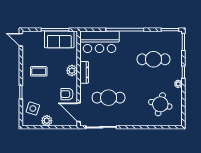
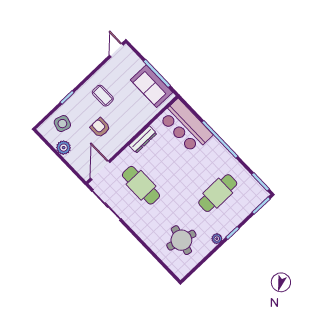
cafe table: (154, 59) -> (218, 193), turned 90
plant: (72, 71) -> (133, 126), removed
armchair: (67, 94) -> (100, 128), moved

